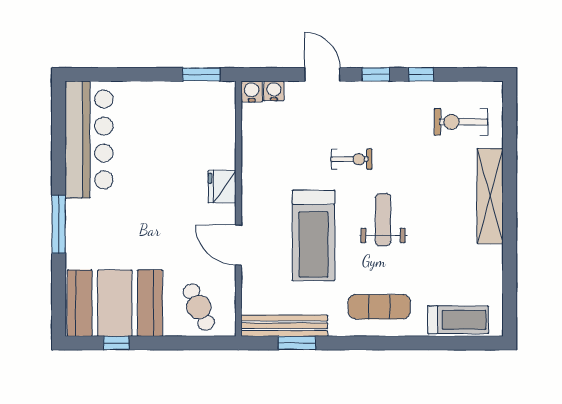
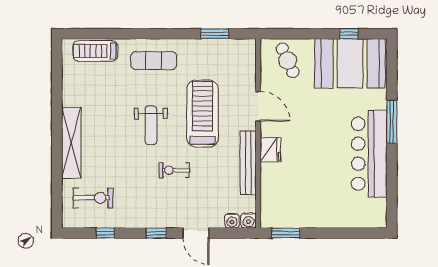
window: (421, 74) -> (105, 233), moved
bar counter: (89, 140) -> (369, 154), moved
bench: (284, 326) -> (248, 163), moved, turned 90

